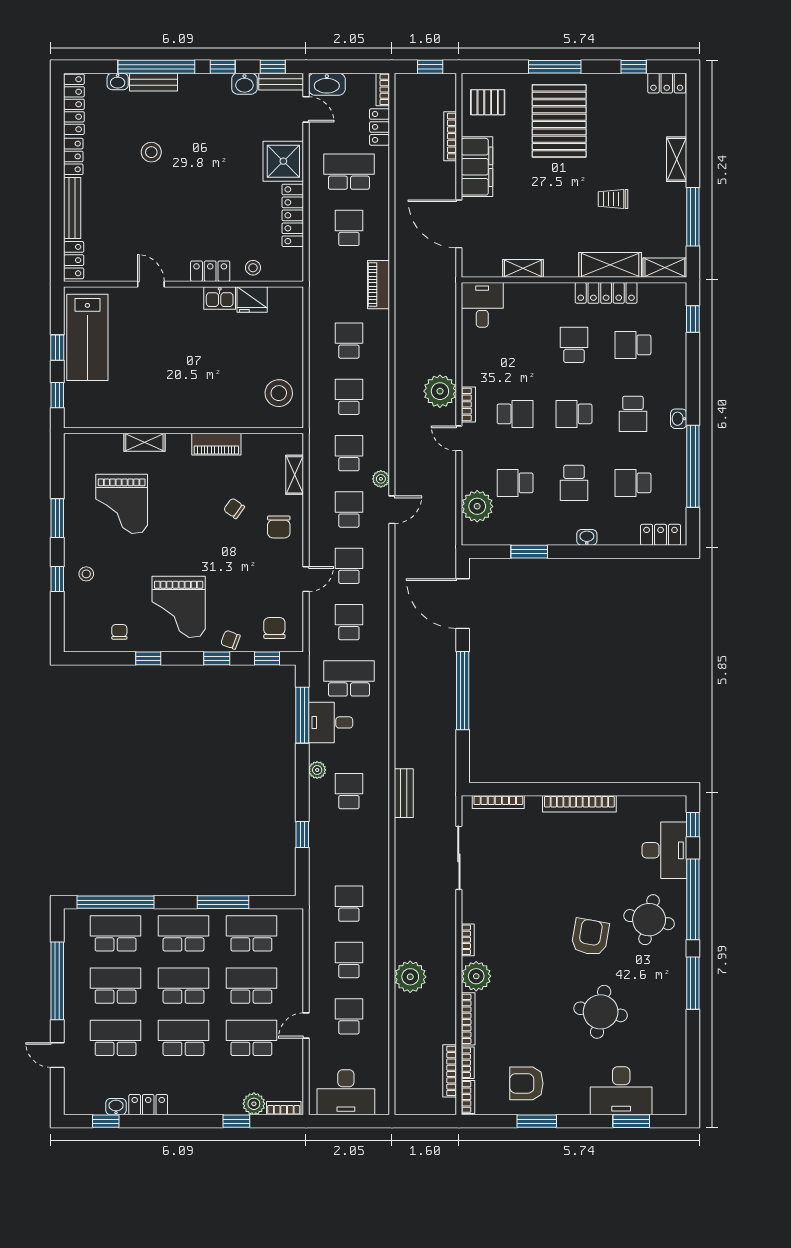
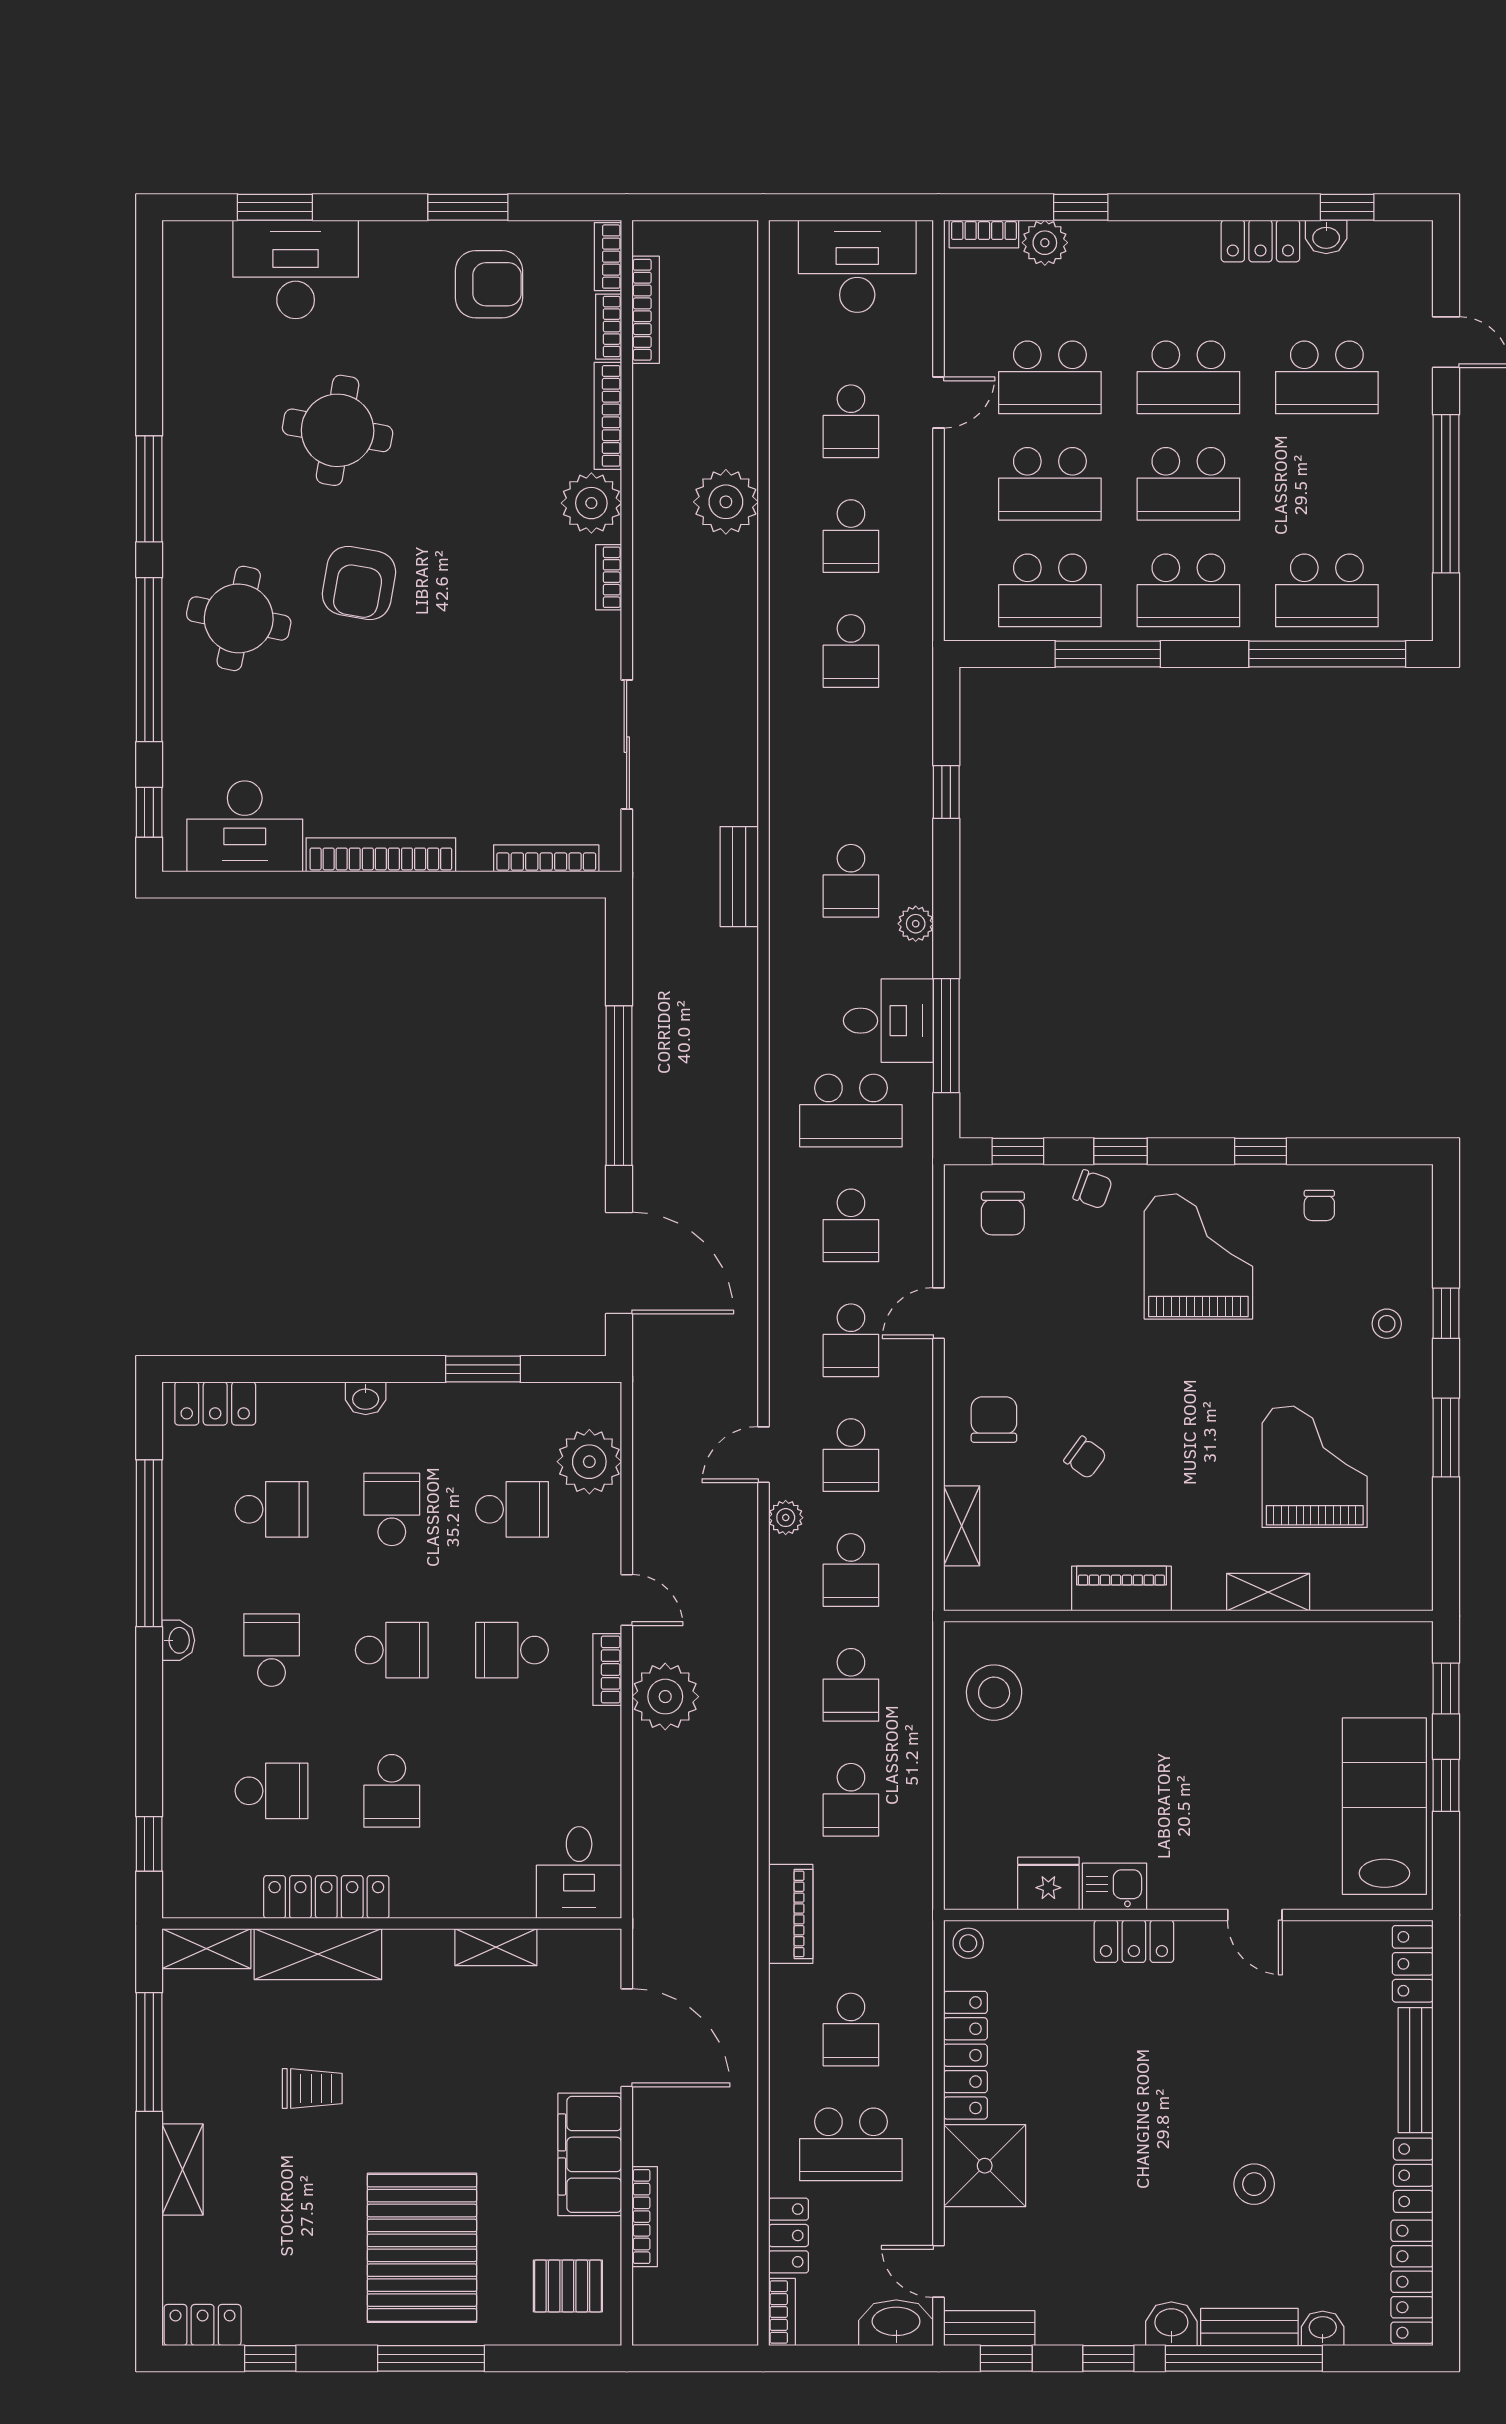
window: (430, 67) -> (685, 2358), removed
washbasin: (244, 84) -> (1171, 2324), moved
stool: (253, 268) -> (968, 1943), moved
desk: (664, 850) -> (245, 826), moved, turned -90
school desk: (116, 986) -> (1327, 484), removed

